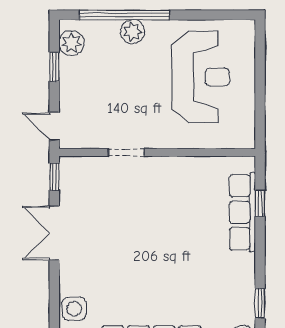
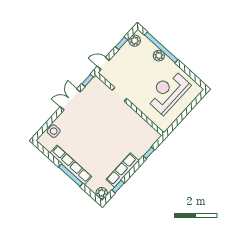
reception desk: (201, 77) -> (168, 92), turned 180
door: (54, 126) -> (103, 63), hinge flipped
row of seats: (243, 212) -> (122, 170), moved

